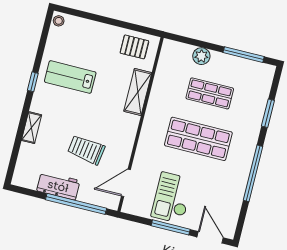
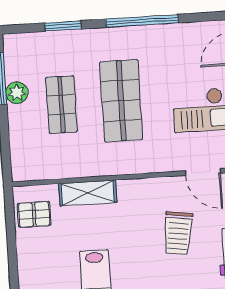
pallet: (134, 47) -> (34, 214), turned 90
plant: (201, 56) -> (17, 93), moved

